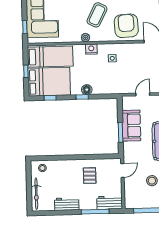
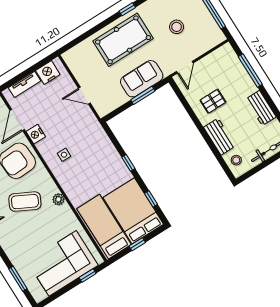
nightstand: (91, 49) -> (36, 134), moved
floor lamp: (87, 90) -> (117, 163), removed
sofa: (131, 126) -> (142, 79), moved
door: (122, 170) -> (185, 67), swing flipped
workbench: (110, 203) -> (220, 137), moved, turned 180

